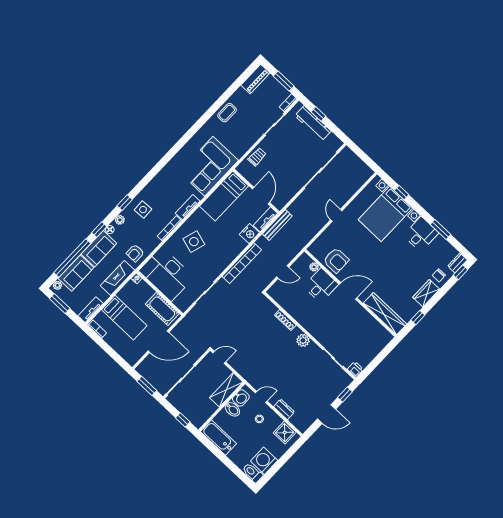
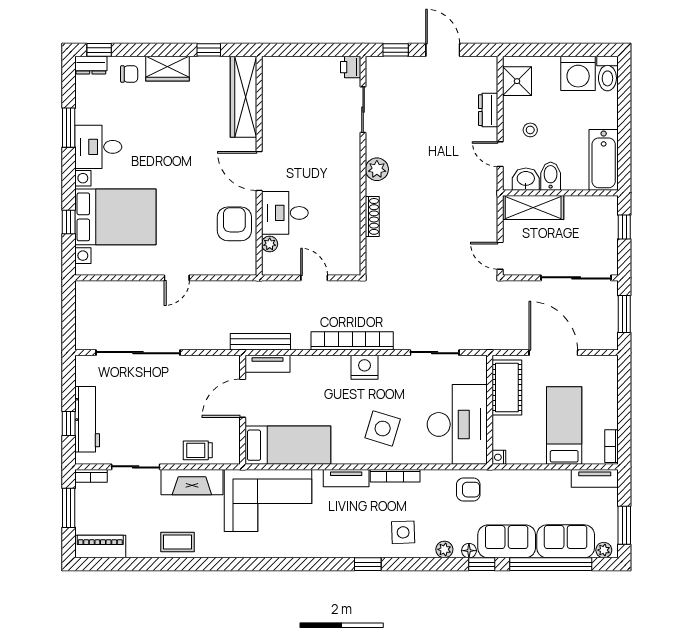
window: (125, 203) -> (368, 564), moved
nightstand: (249, 233) -> (365, 367), moved
fireplace: (118, 278) -> (192, 482), moved

